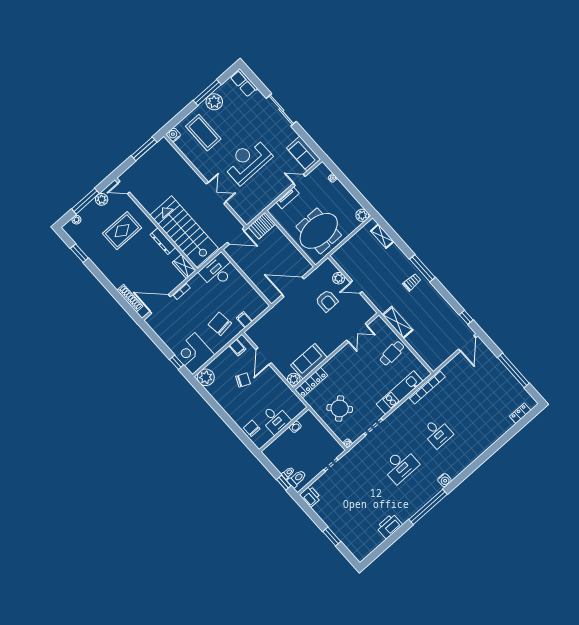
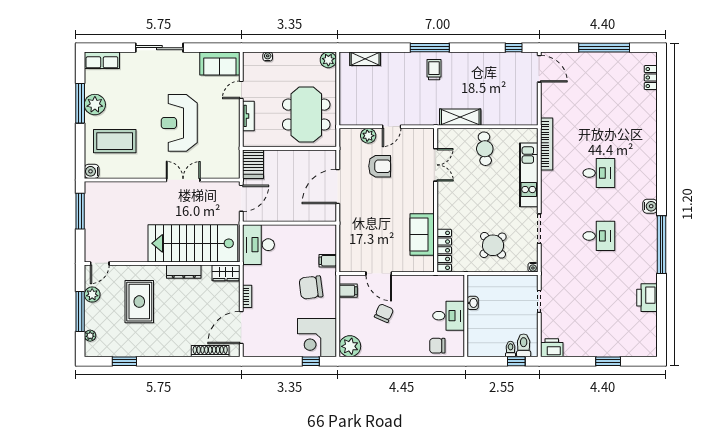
plant: (294, 379) -> (426, 264), removed
desk: (400, 466) -> (599, 236), width x0.73

